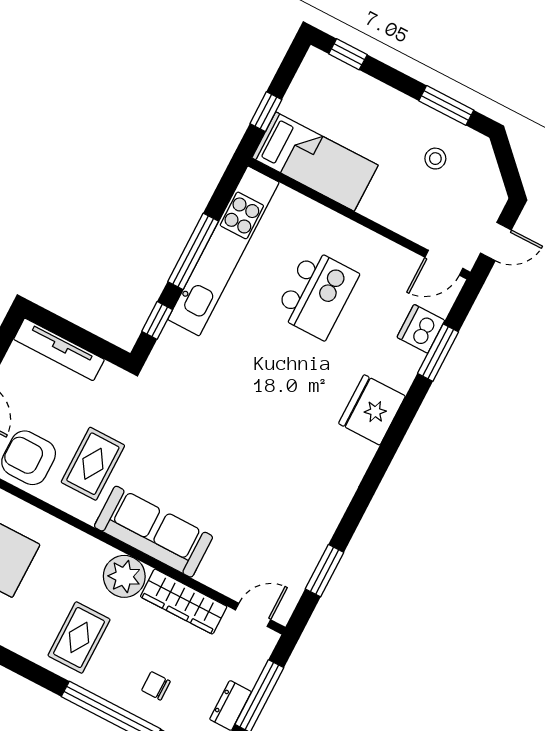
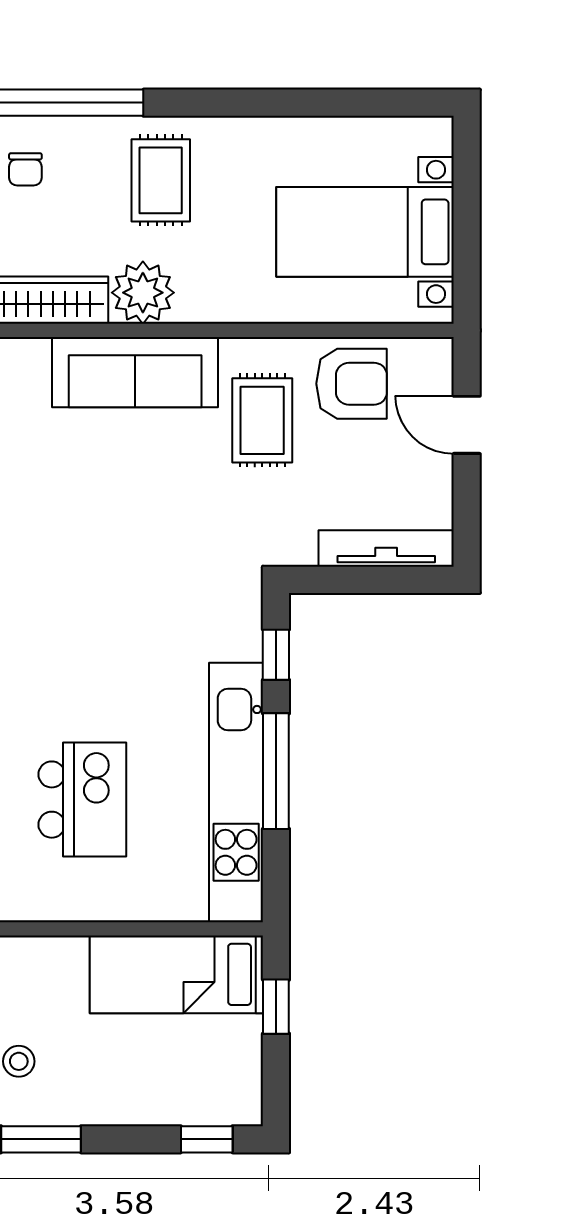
kitchen island: (317, 294) -> (82, 800), turned 180
chair: (156, 686) -> (25, 169), turned 90

